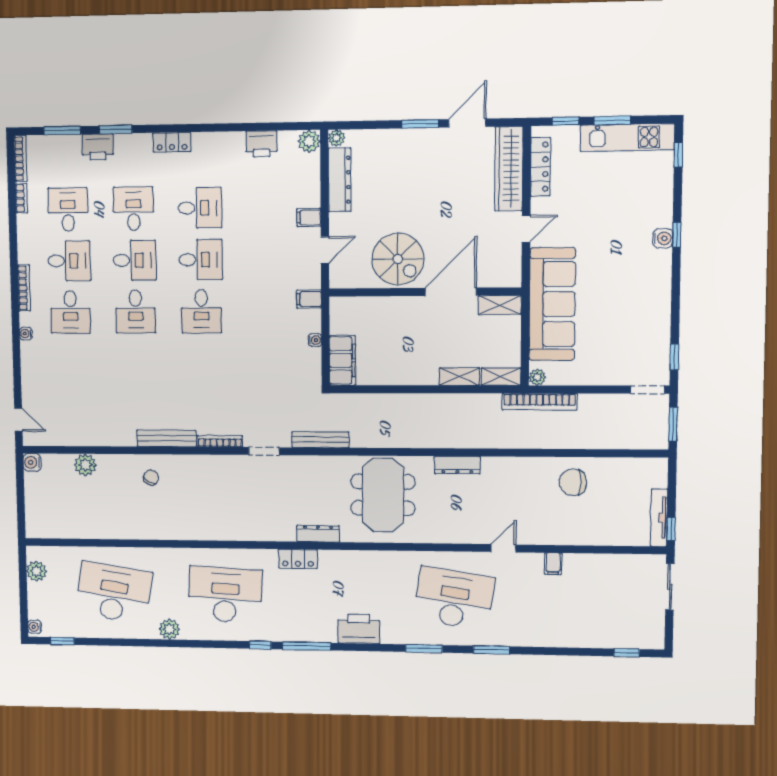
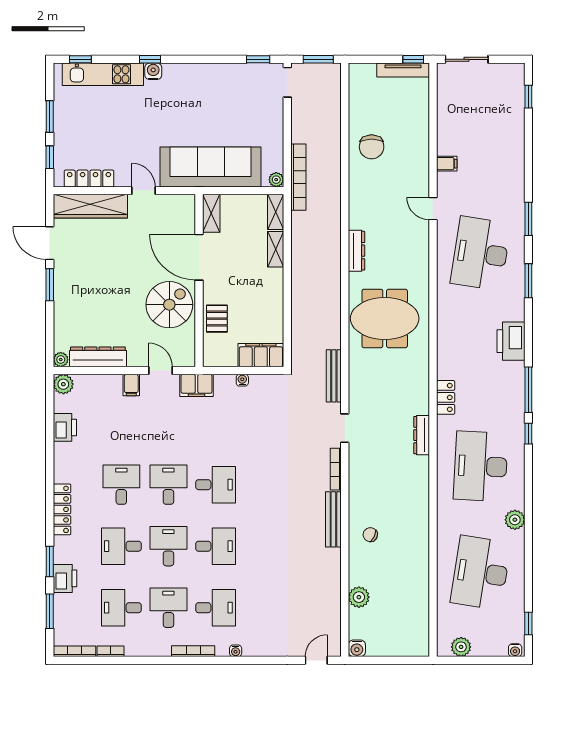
kitchen unit: (627, 137) -> (103, 74), moved, turned 90
locker: (172, 142) -> (62, 509), width x1.53
filing cabinet: (309, 299) -> (197, 385), width x2.00
pallet: (382, 312) -> (217, 319), added
dresser: (318, 534) -> (422, 435), moved

